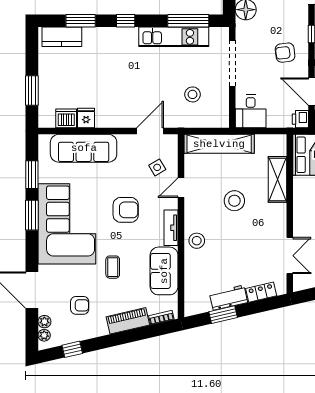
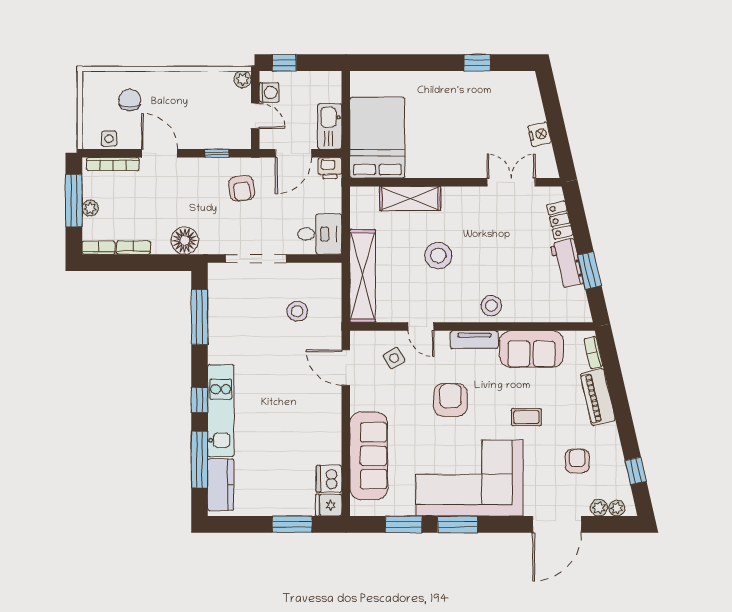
window: (81, 21) -> (200, 460), width x1.44
kitchen unit: (174, 37) -> (221, 411), moved
fridge: (86, 118) -> (329, 505), moved

